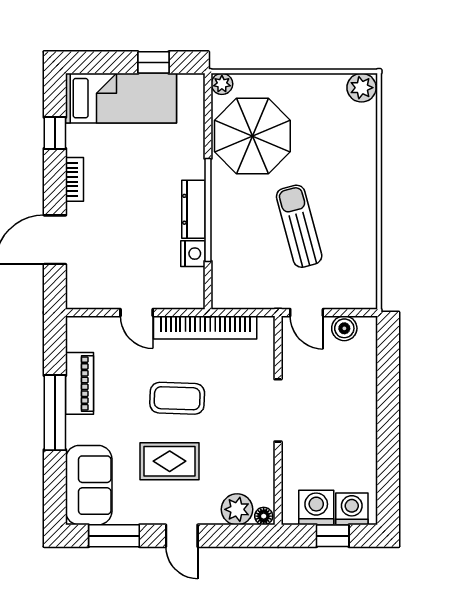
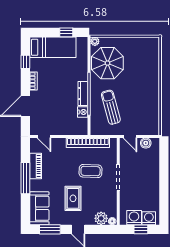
plant: (362, 88) -> (153, 43), removed
sun lounger: (299, 226) -> (111, 107), moved
door: (137, 313) -> (44, 136), moved
coffee table: (177, 398) -> (91, 171), moved
rug: (170, 461) -> (73, 198), turned 90

